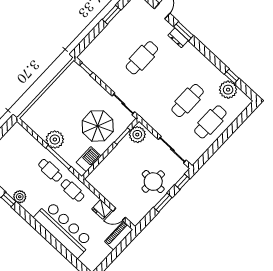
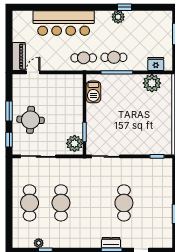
plant: (228, 90) -> (39, 243), width x0.53, depth x0.53
parasol: (98, 126) -> (110, 123), removed
plant: (55, 139) -> (152, 83), moved
fridge: (102, 209) -> (156, 64), moved

